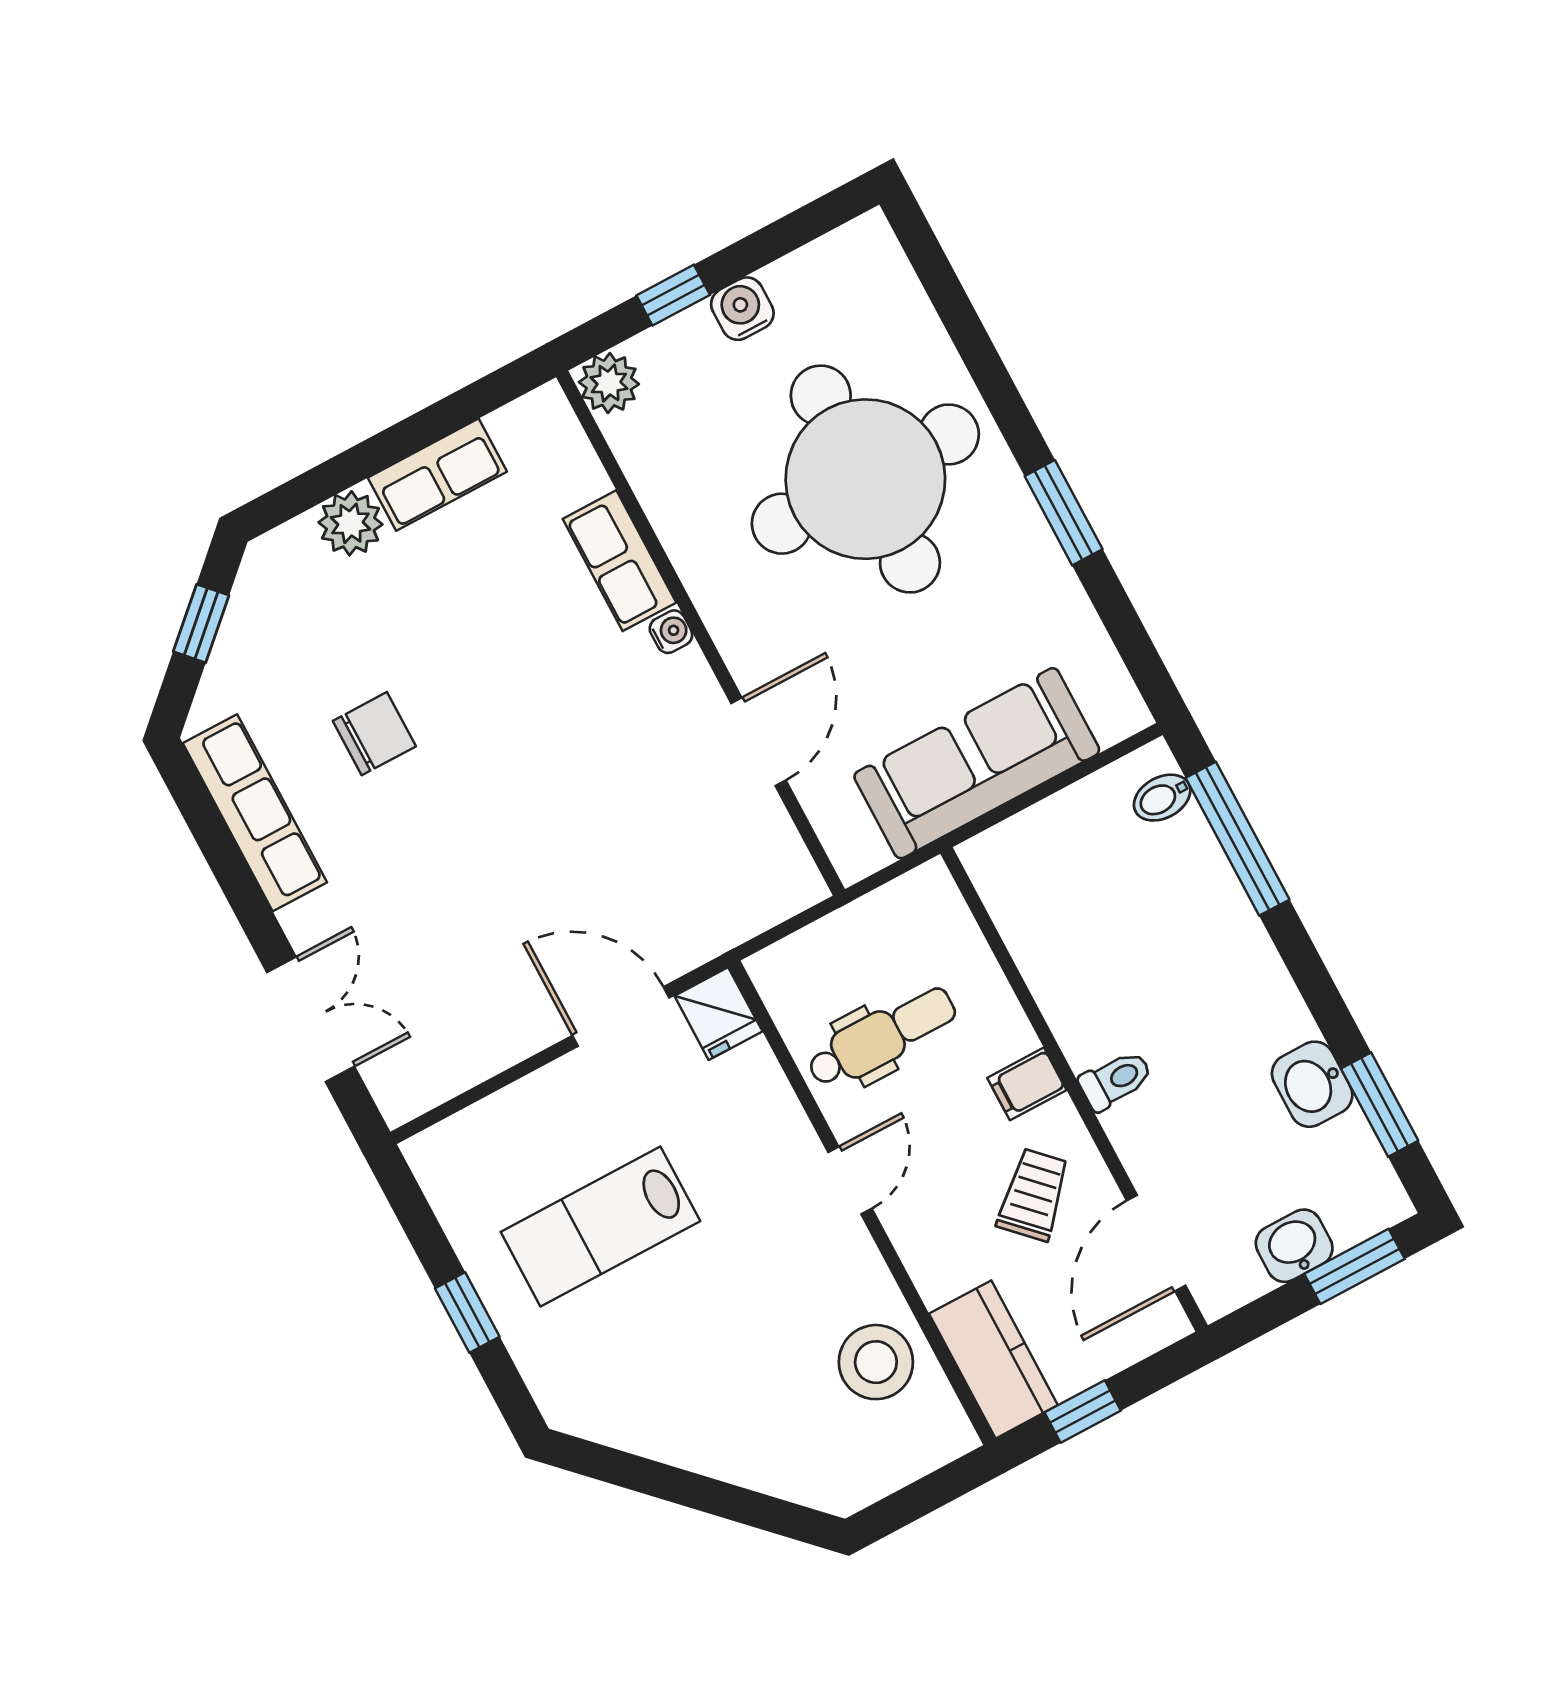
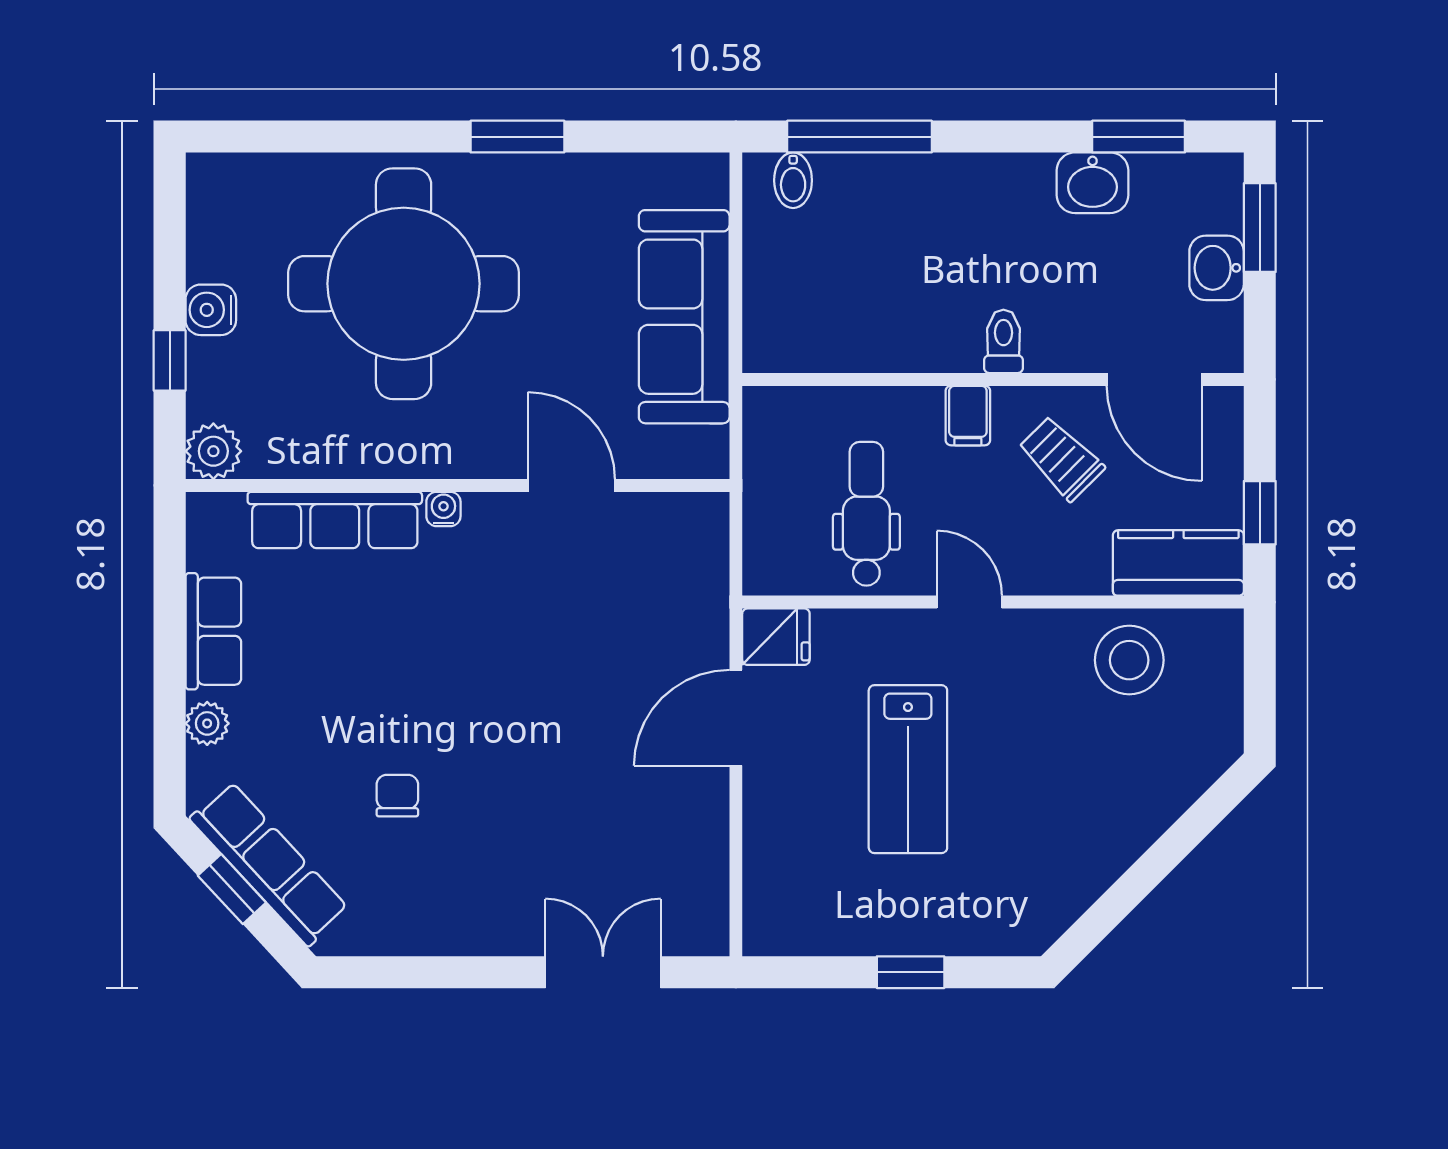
plant: (350, 523) -> (207, 723), width x0.73, depth x0.73
row of seats: (620, 561) -> (335, 520), width x1.48
chair: (374, 734) -> (397, 796), width x0.73, depth x0.73
row of seats: (255, 813) -> (269, 864), moved, turned 47
lab bench: (600, 1227) -> (908, 769), moved

